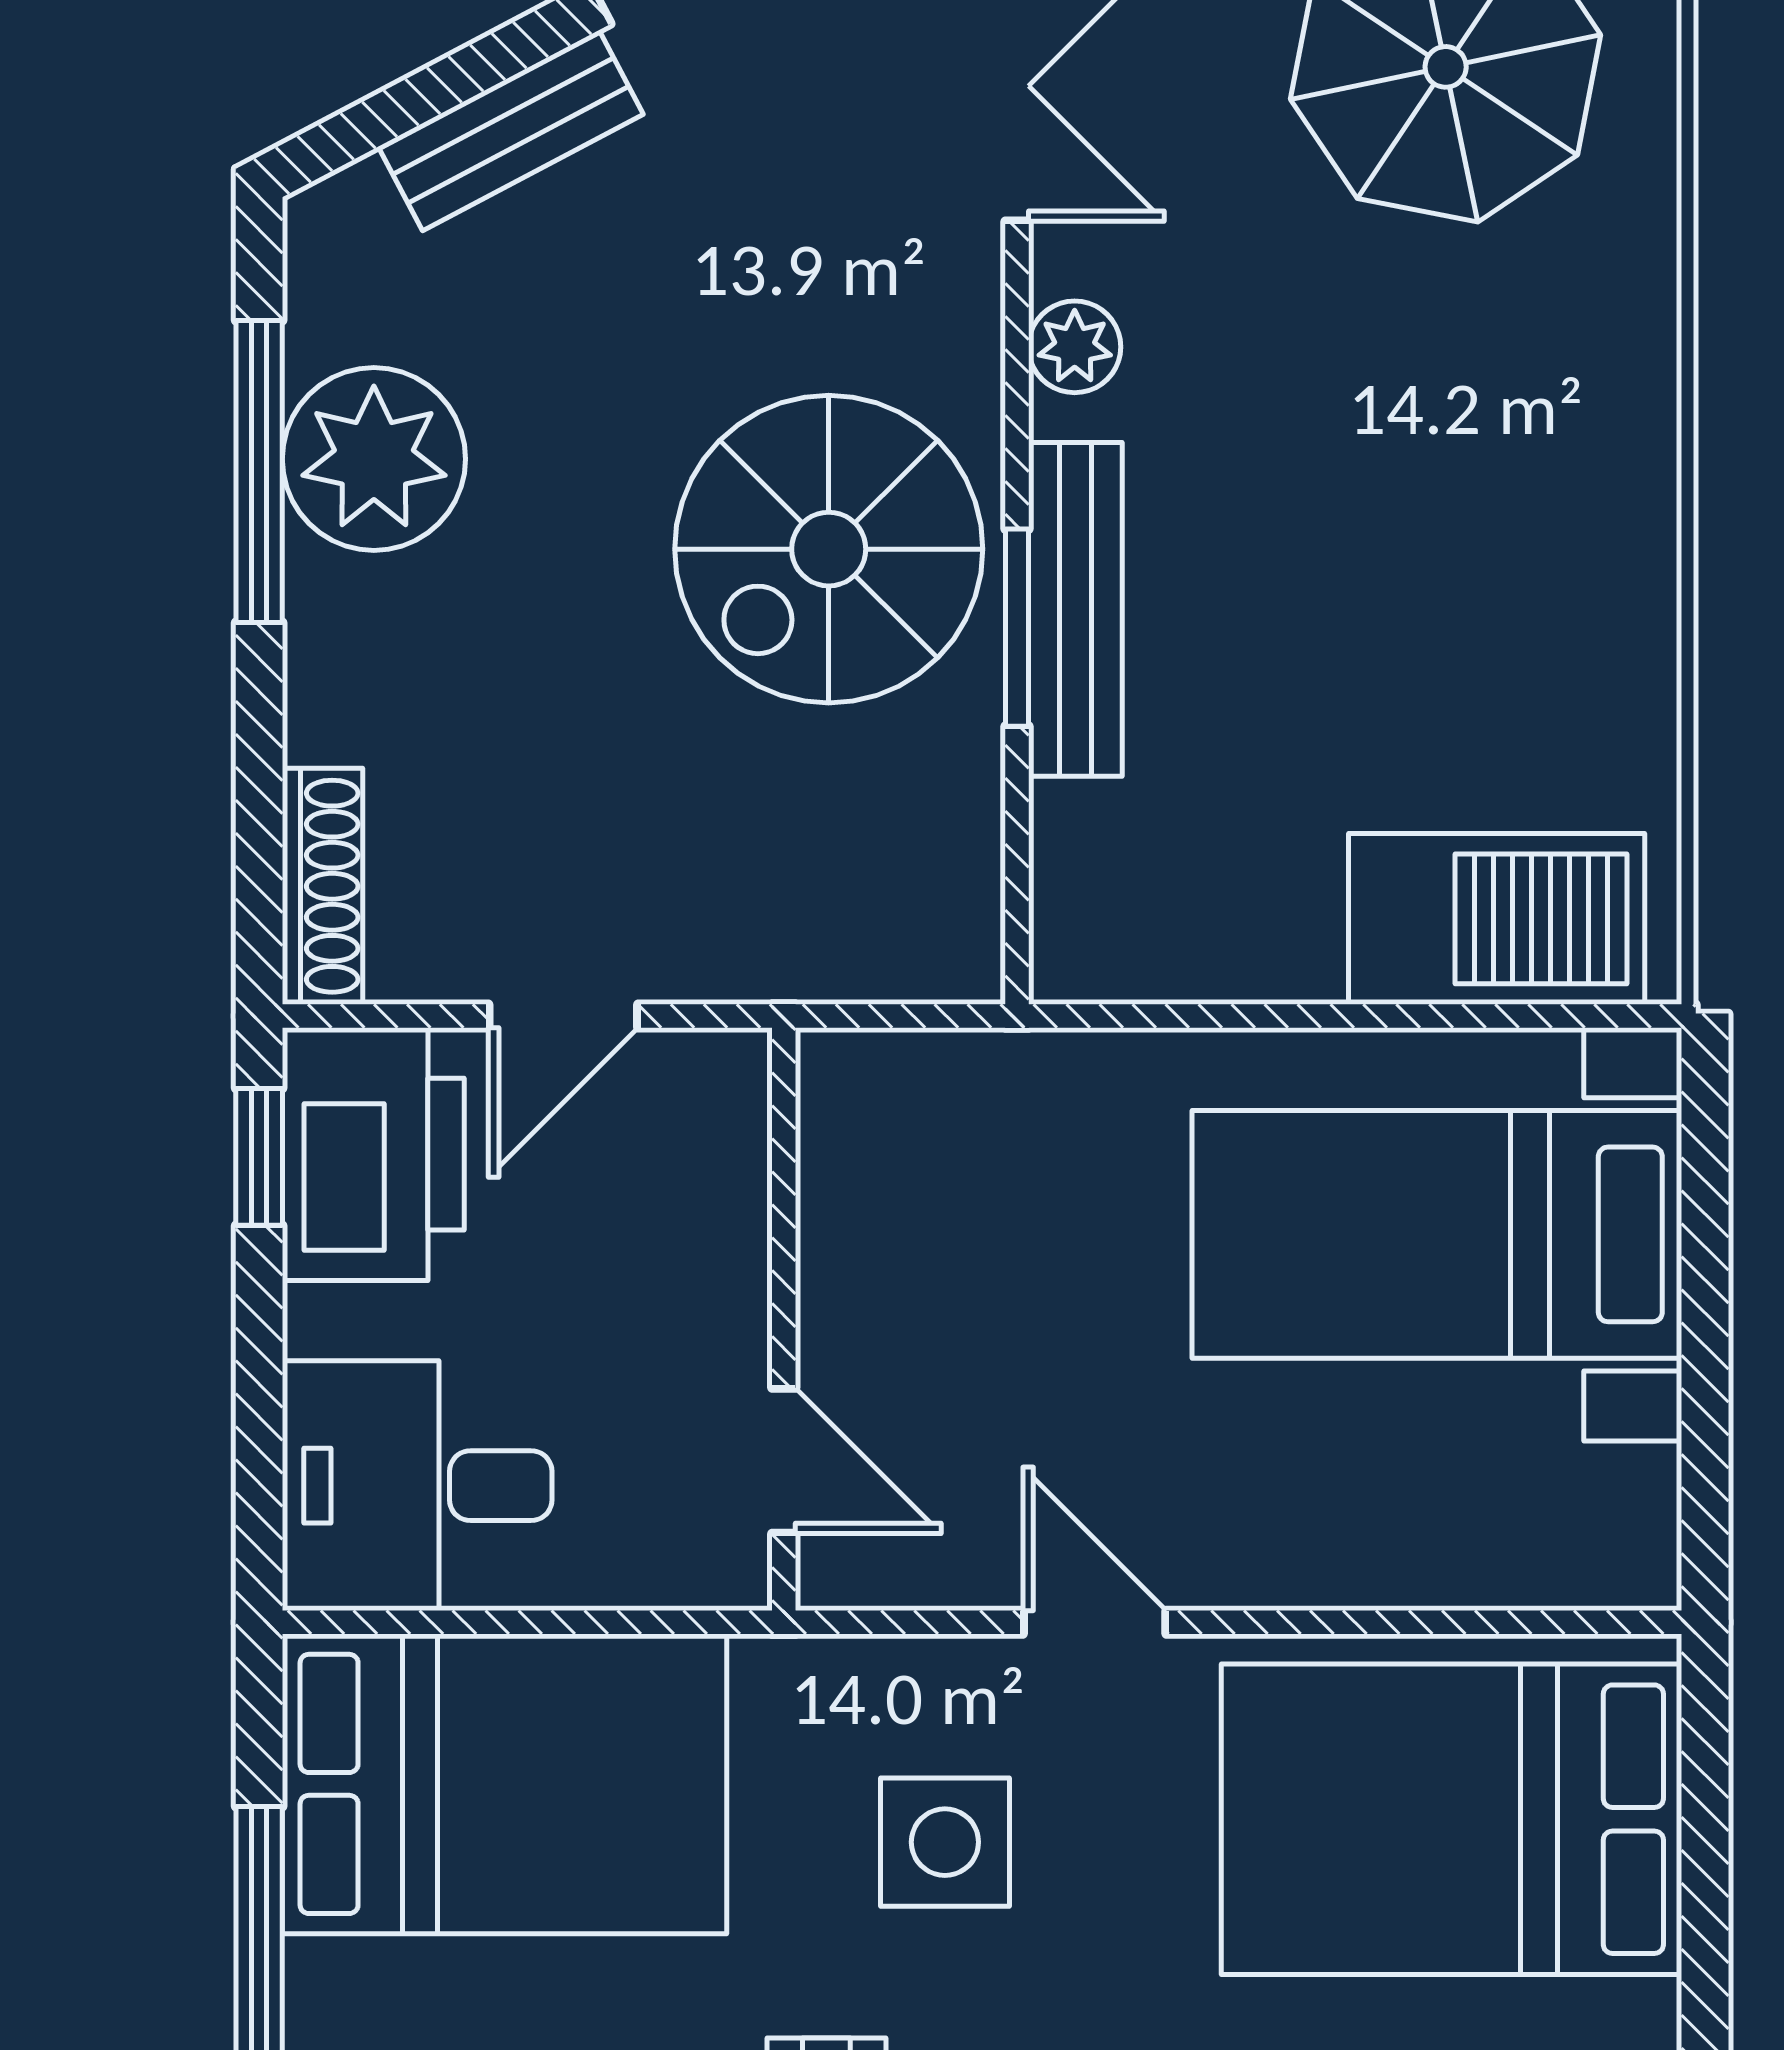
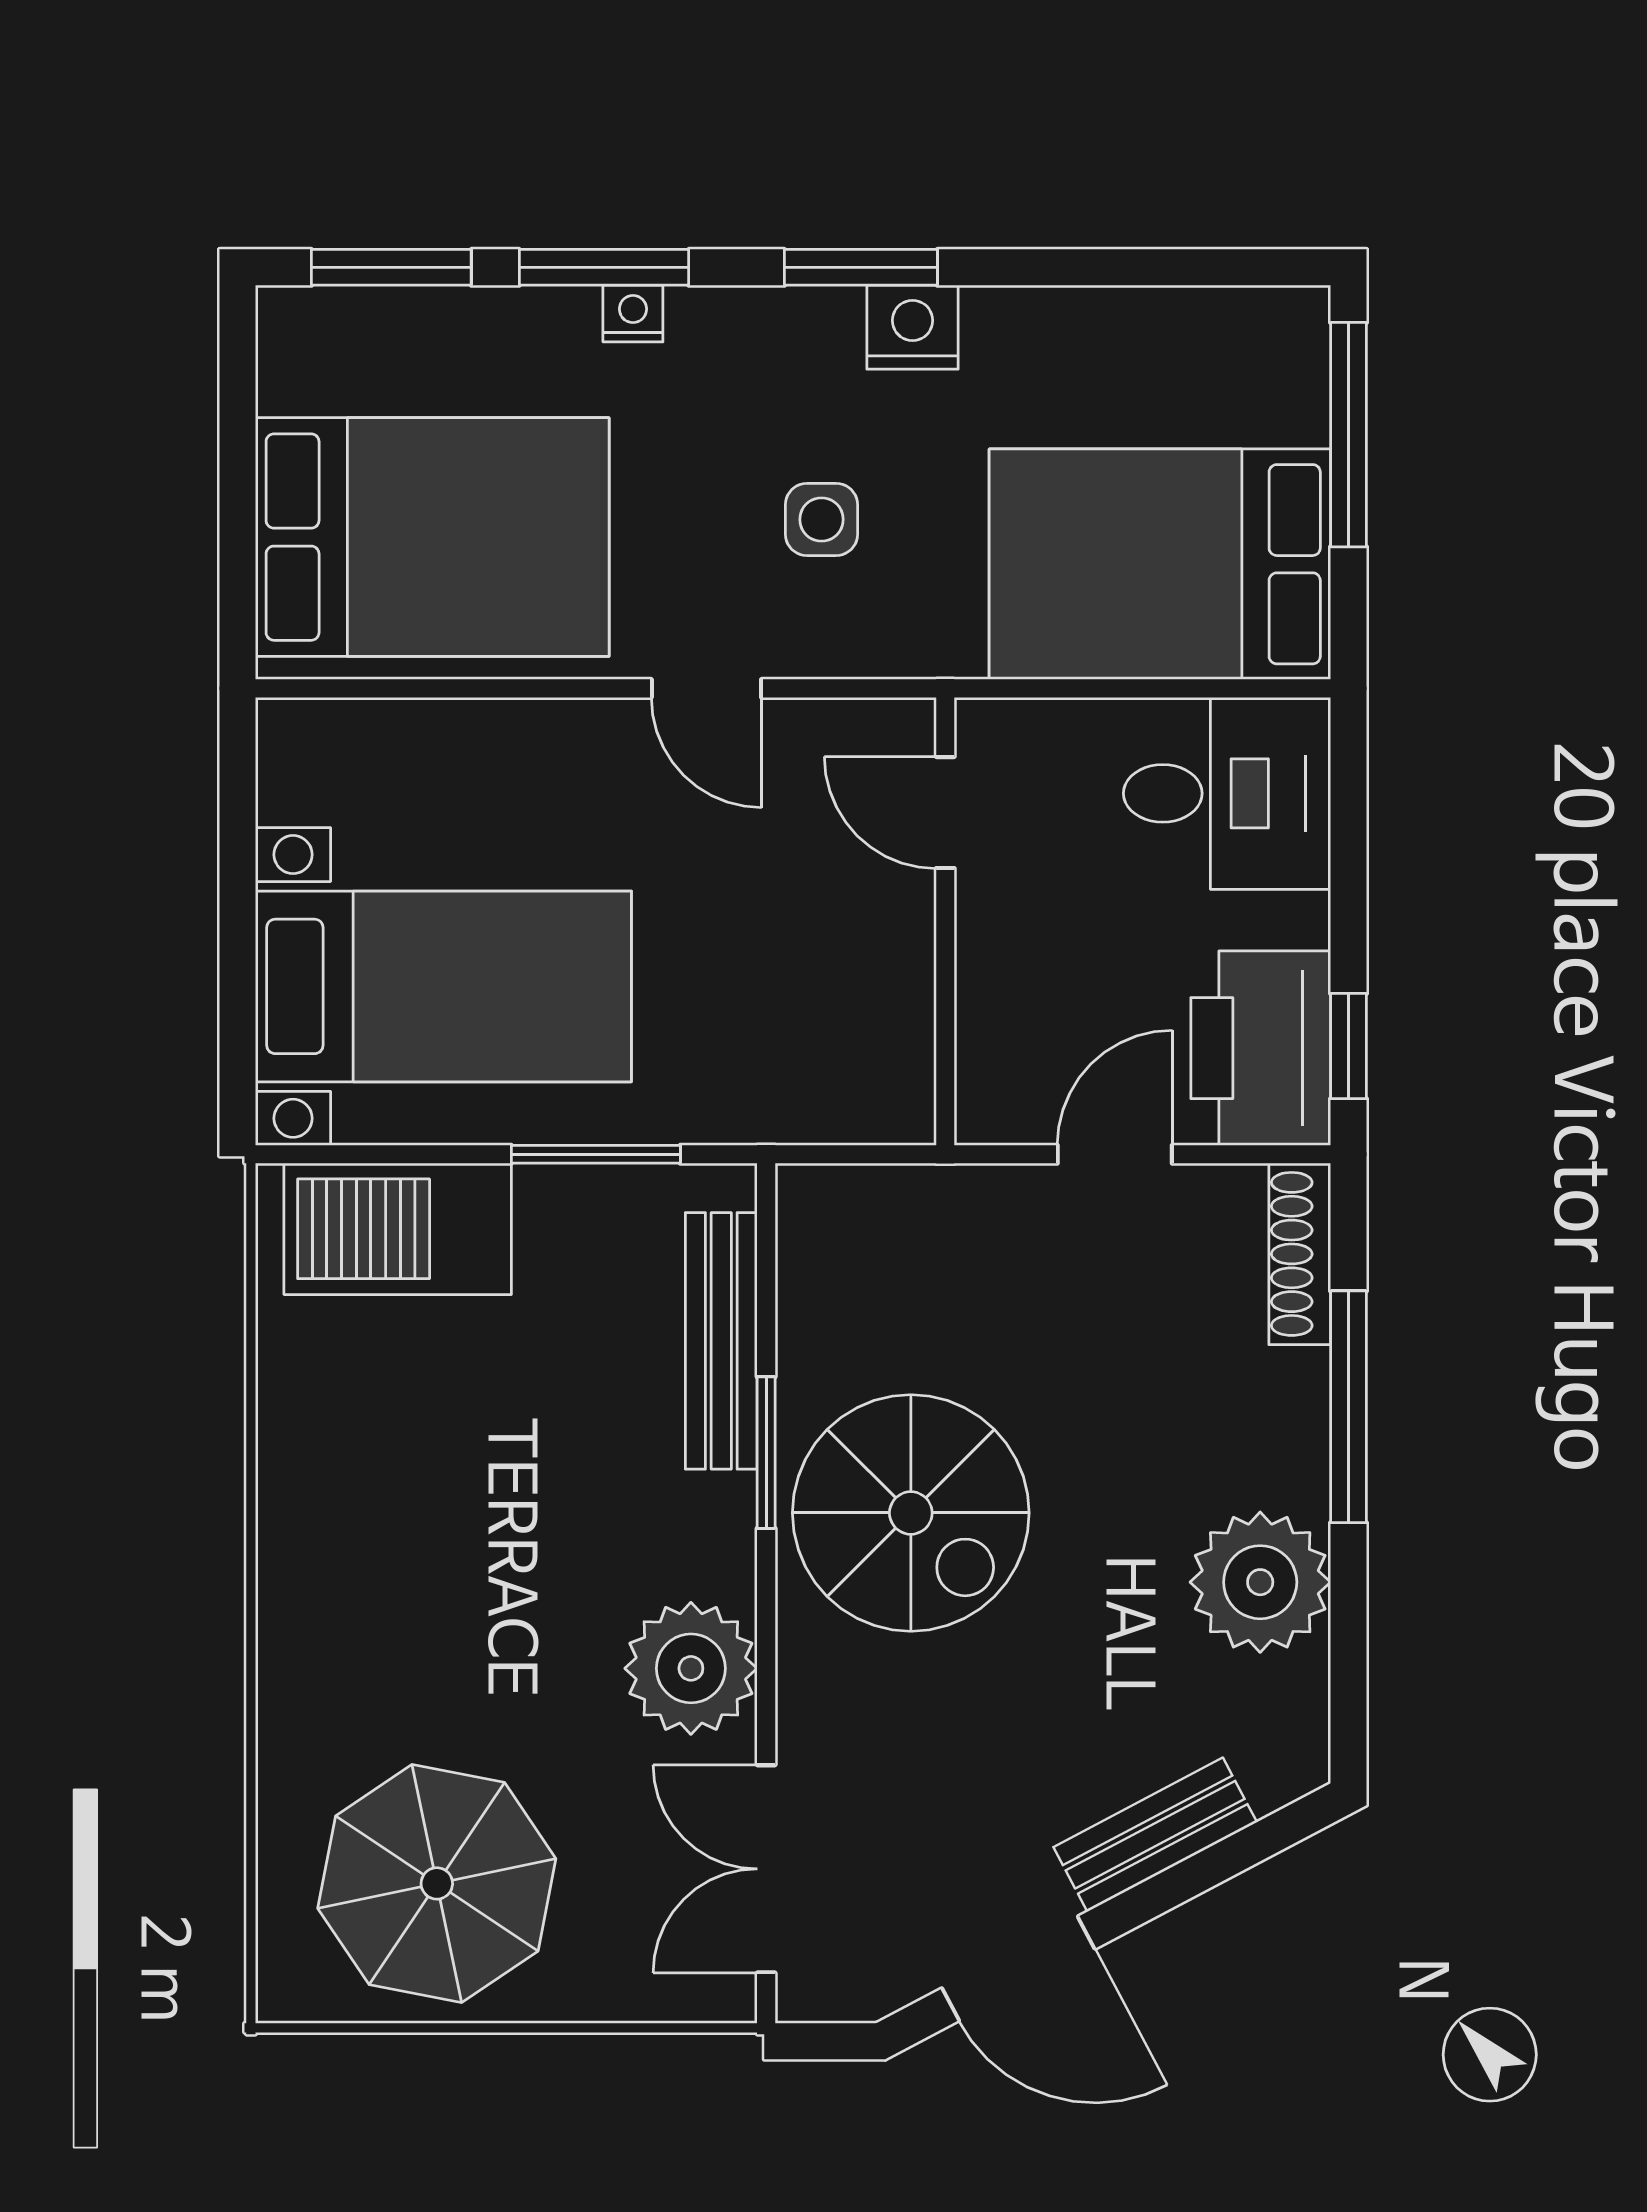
plant: (1075, 347) -> (691, 1668), width x1.88, depth x1.88
window: (259, 471) -> (1348, 1407), moved
spiral stairs: (829, 549) -> (911, 1513), turned 90
bench: (1075, 609) -> (721, 1341), moved
window: (1239, 1016) -> (596, 1154), added
side table: (945, 1842) -> (821, 519), width x0.73, depth x0.73

